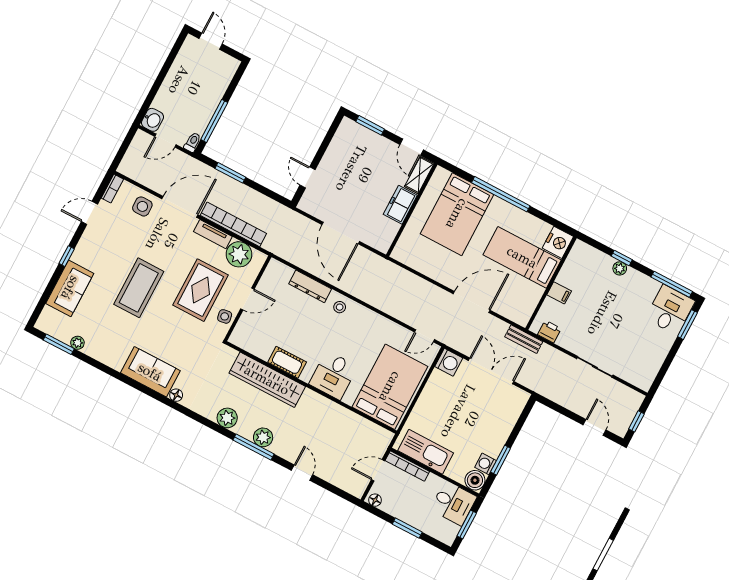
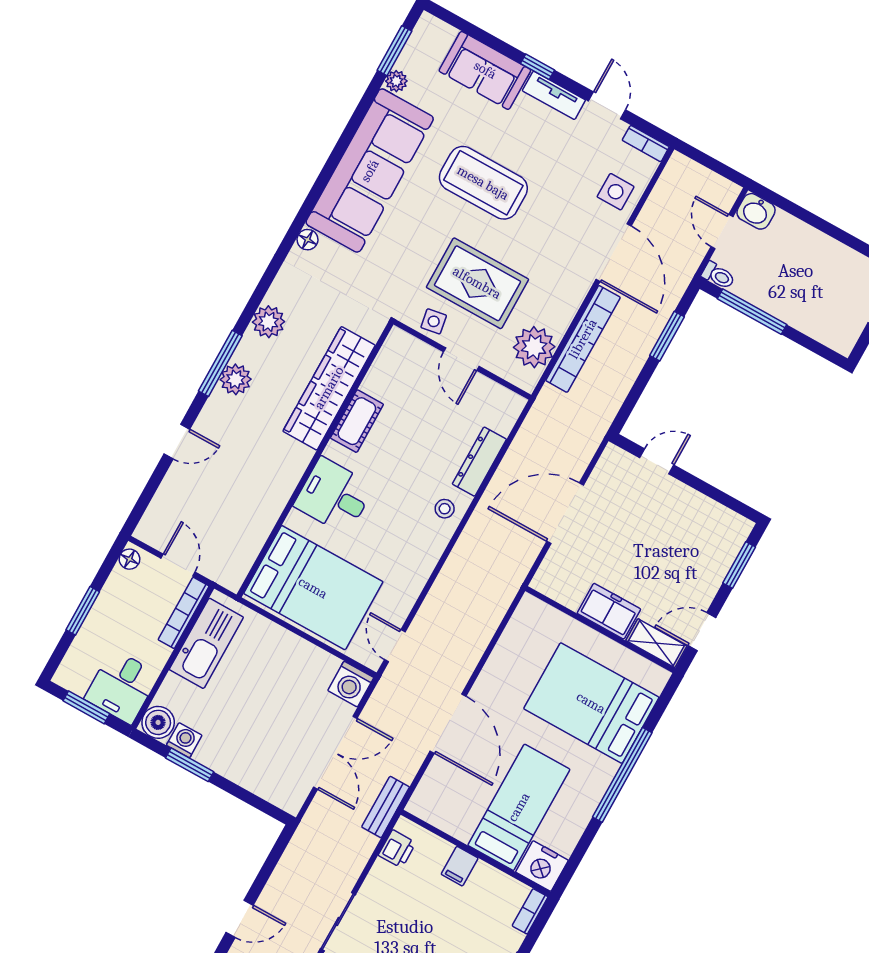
tv unit: (213, 234) -> (554, 95), moved, turned -90
bookcase: (586, 249) -> (530, 911), added
sofa: (150, 372) -> (370, 171), width x1.85, depth x1.27

